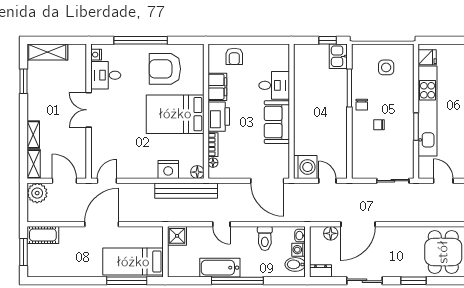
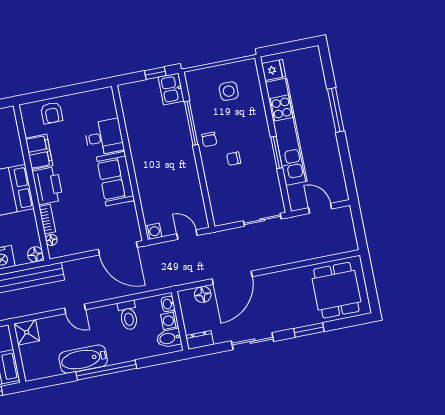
washing machine: (305, 167) -> (153, 231), width x0.53, depth x0.53

